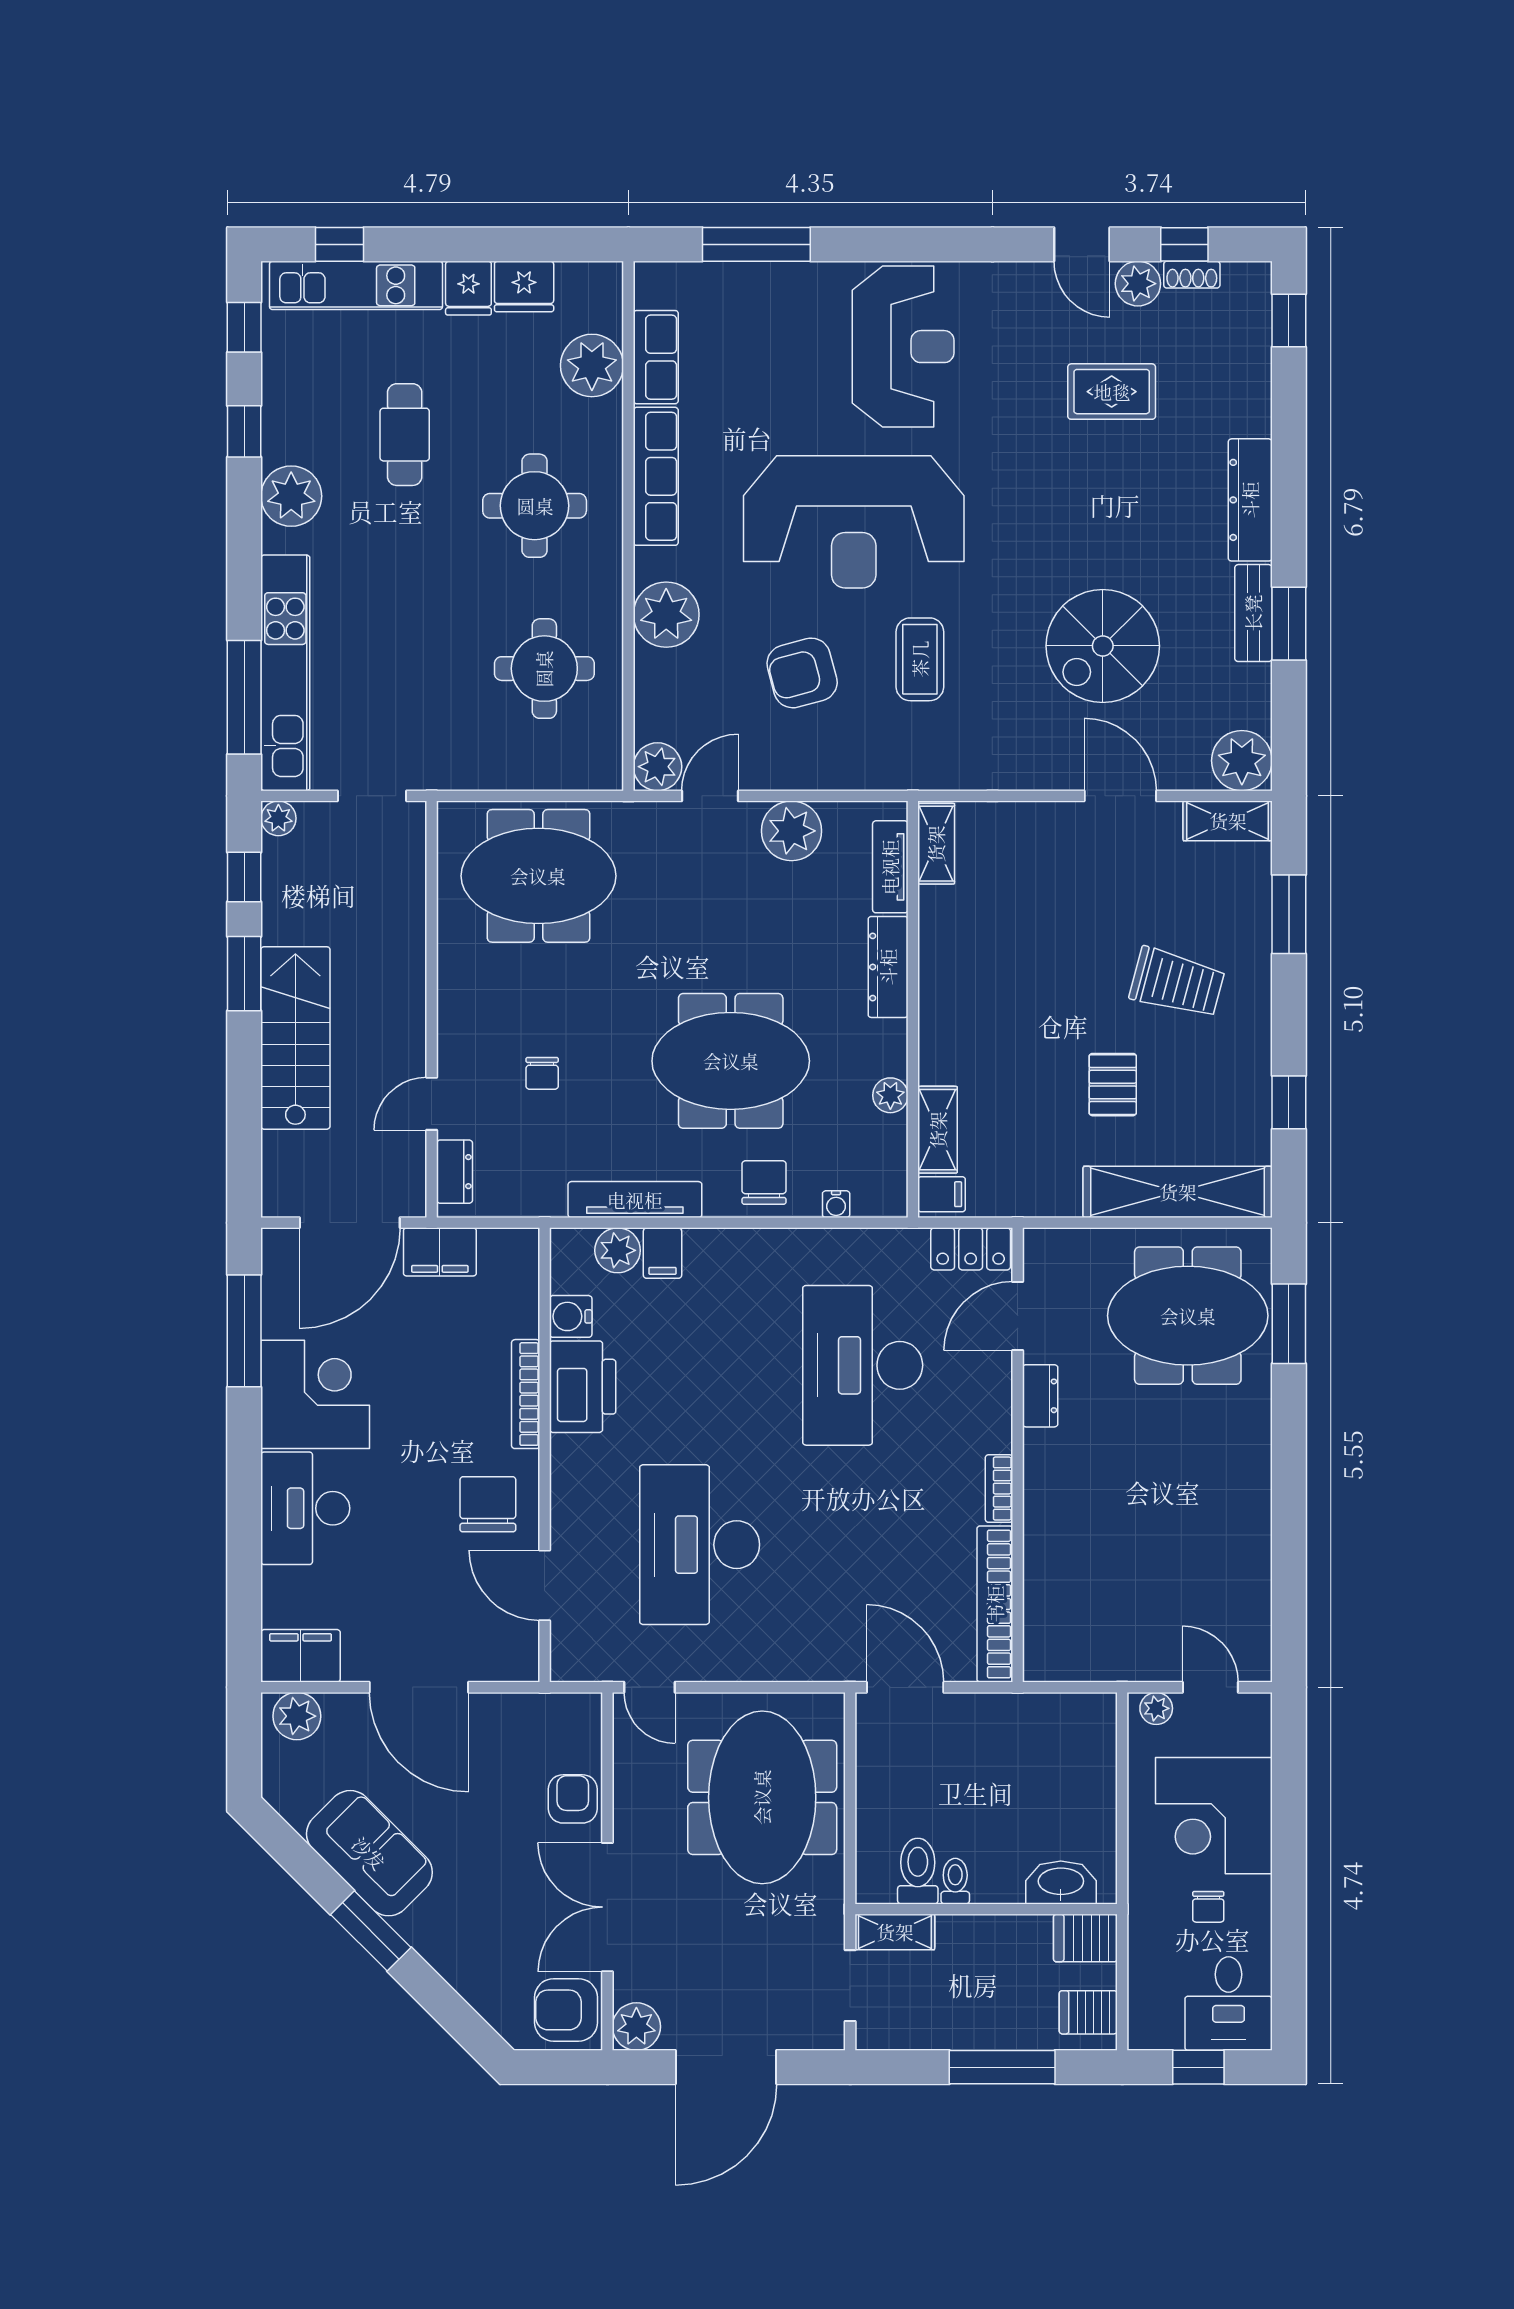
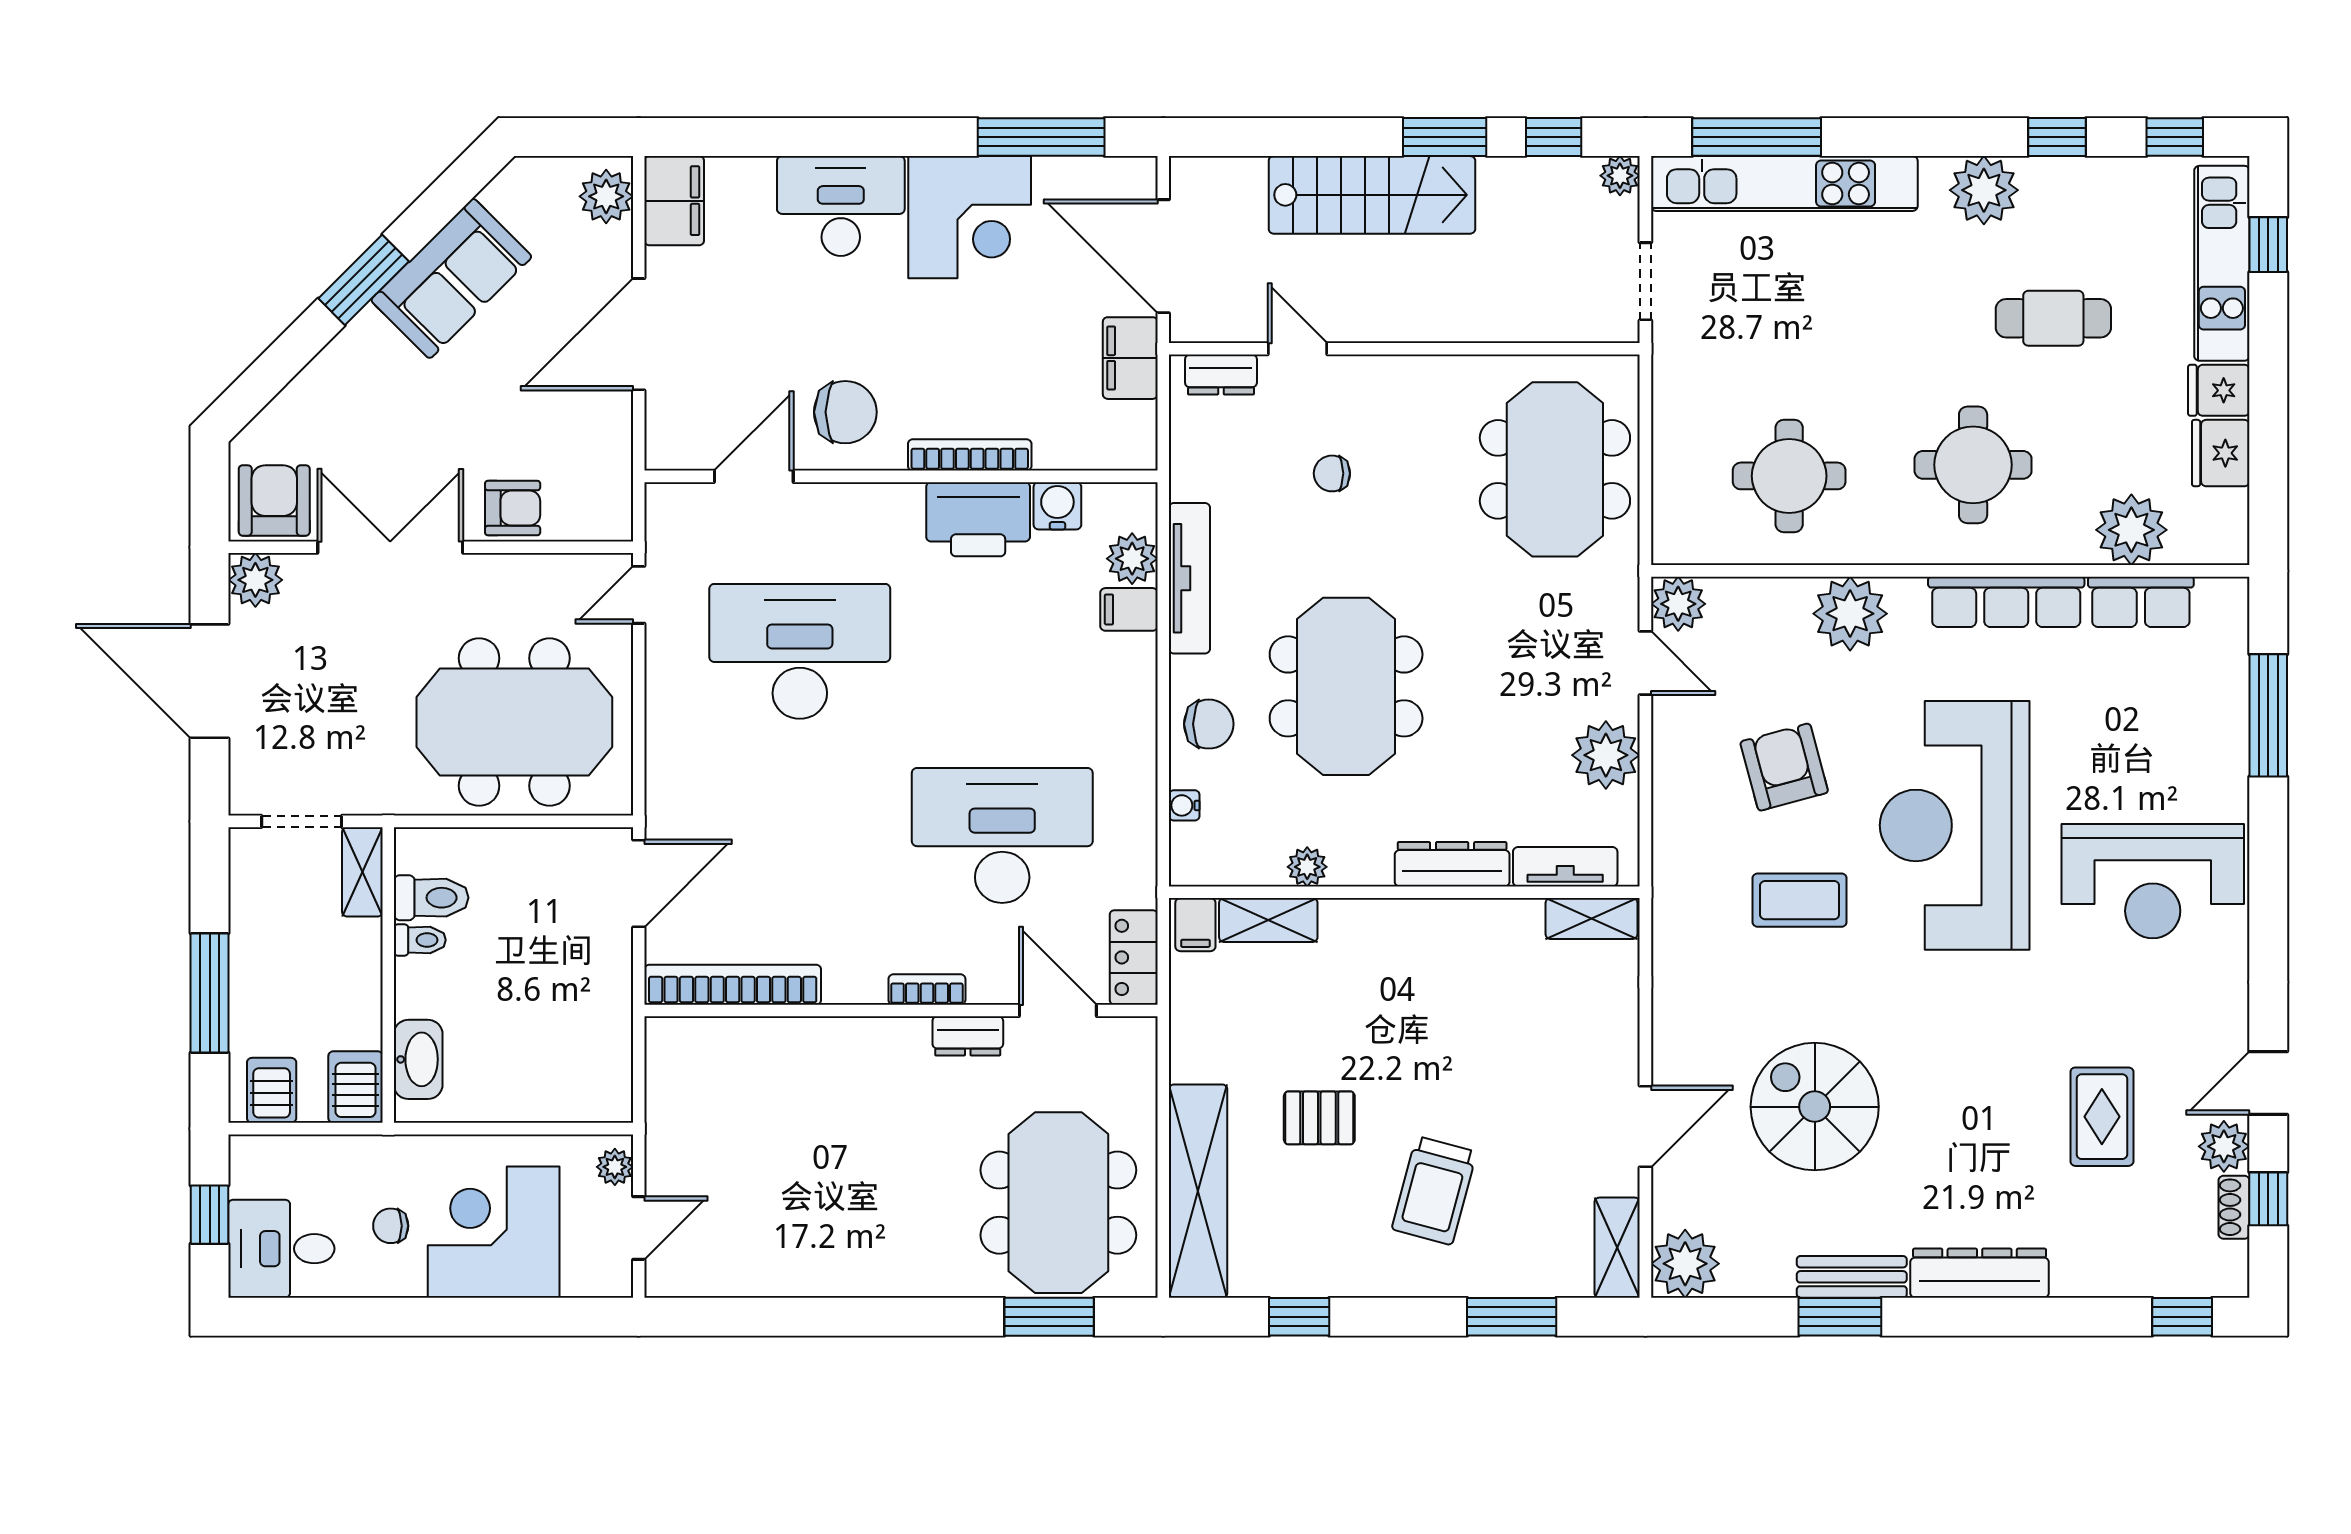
bookcase: (999, 1489) -> (927, 989), moved

